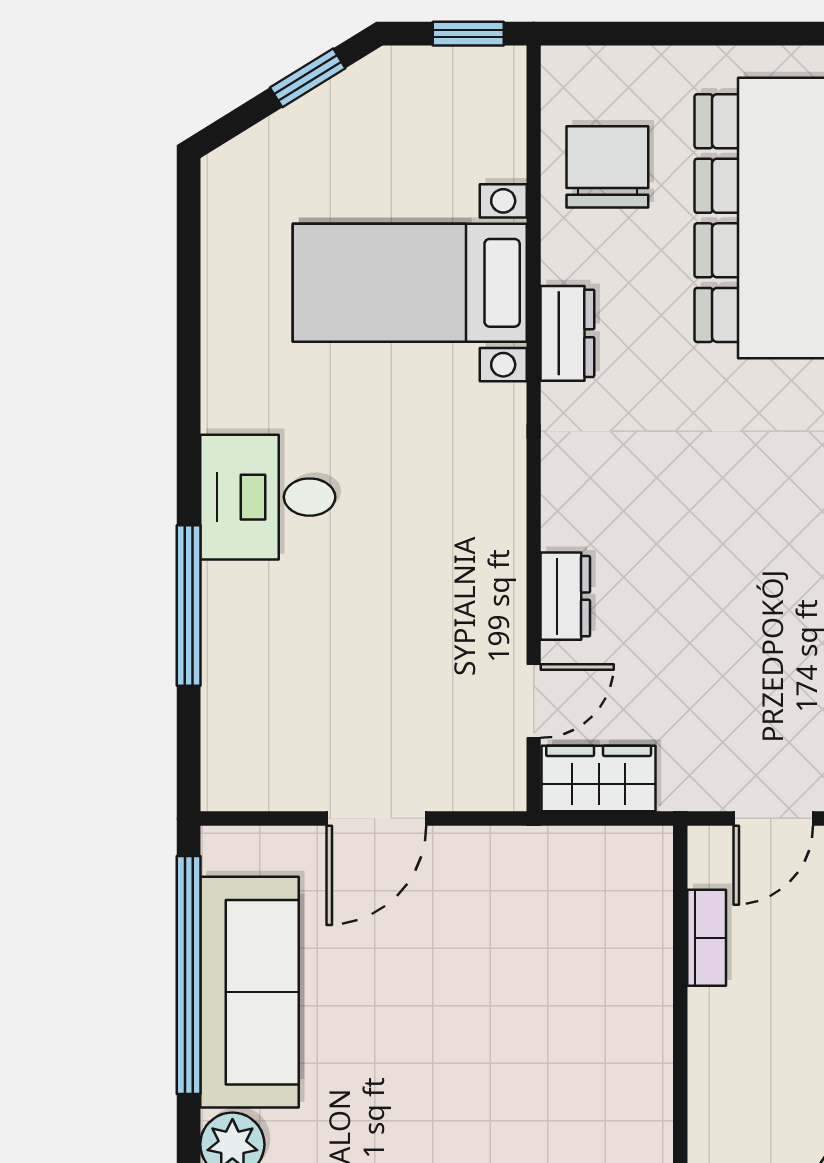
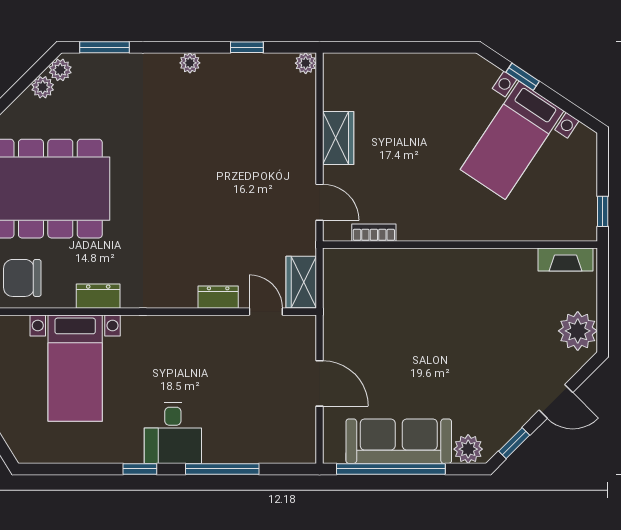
window: (189, 425) -> (140, 469), added

